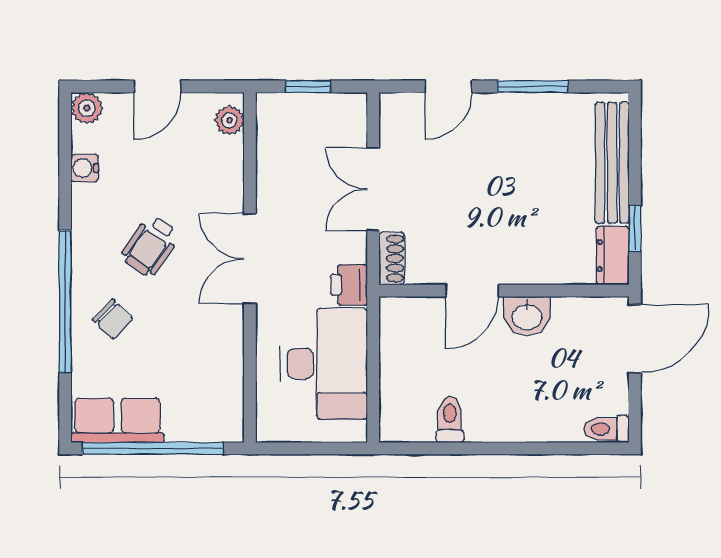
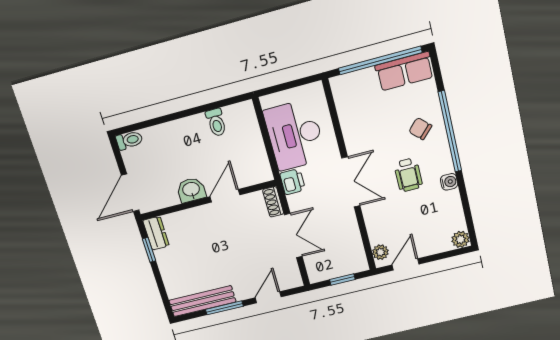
door: (157, 86) -> (406, 264), moved
bench: (612, 163) -> (202, 301), moved, turned 90
water cooler: (85, 168) -> (449, 182), moved
wheelchair: (150, 246) -> (408, 175), turned 146

